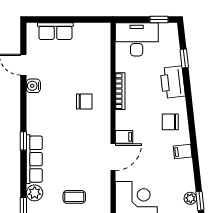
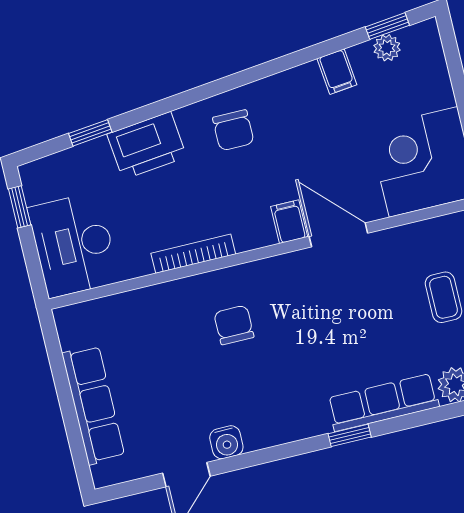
row of seats: (55, 31) -> (93, 405), width x1.48
filing cabinet: (183, 151) -> (337, 72), moved

